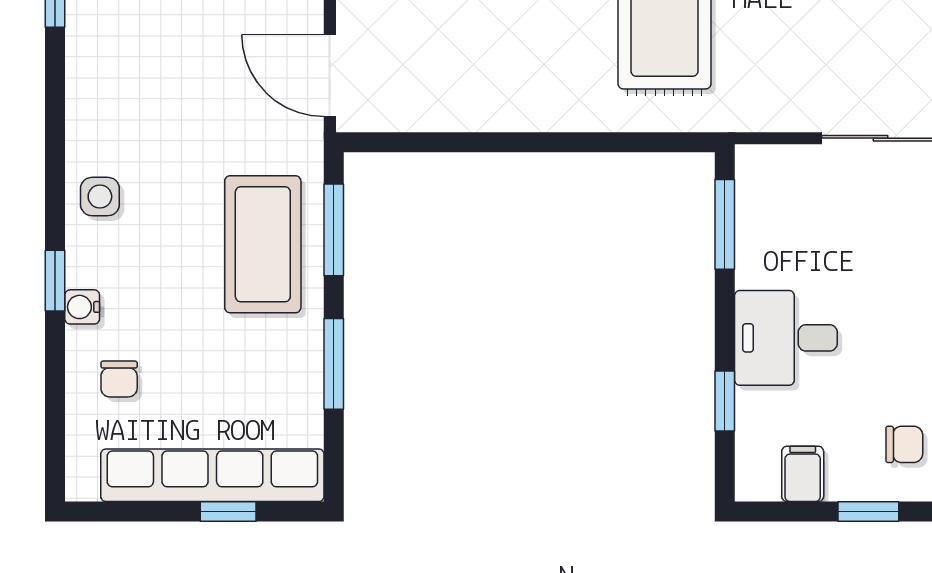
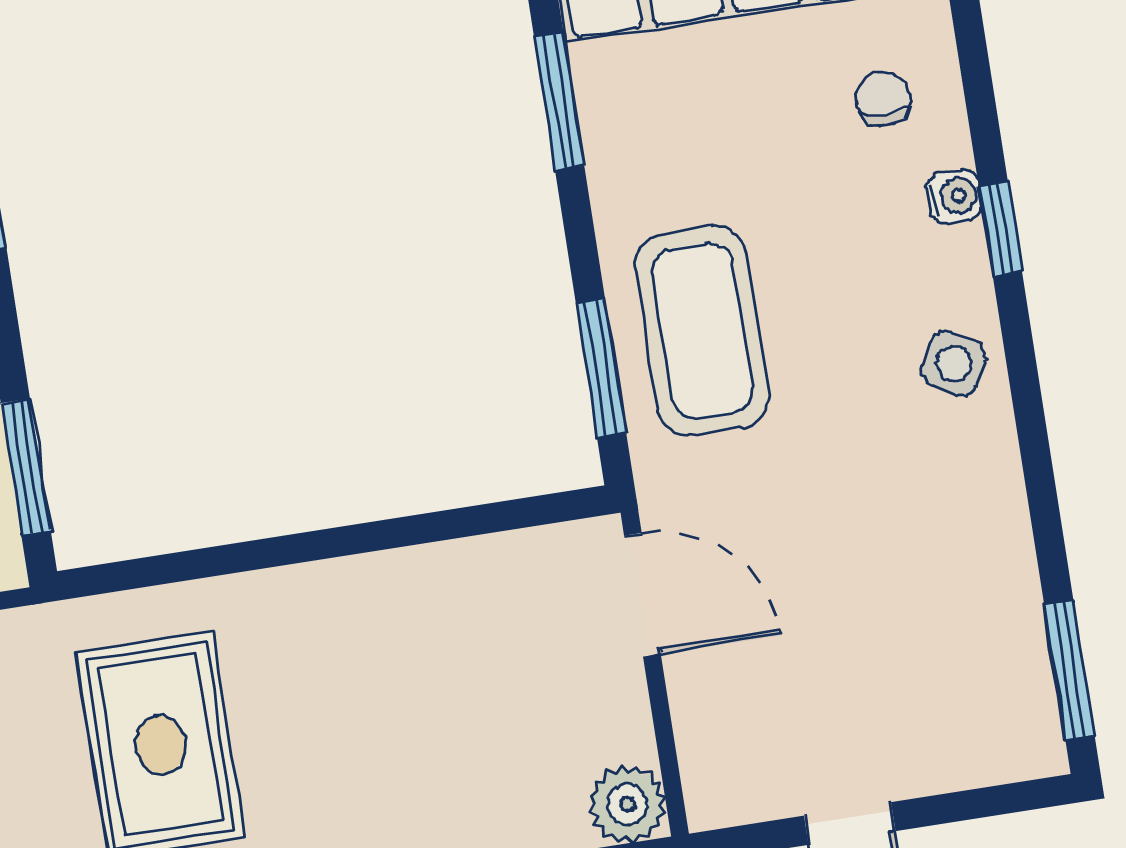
side table: (100, 197) -> (954, 363), turned 30
window: (334, 364) -> (559, 101), moved

